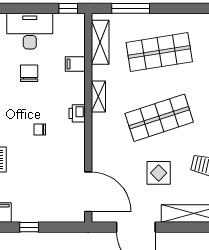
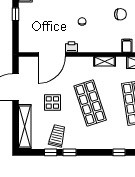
printer: (77, 113) -> (71, 47), moved
door: (88, 192) -> (52, 54), moved

